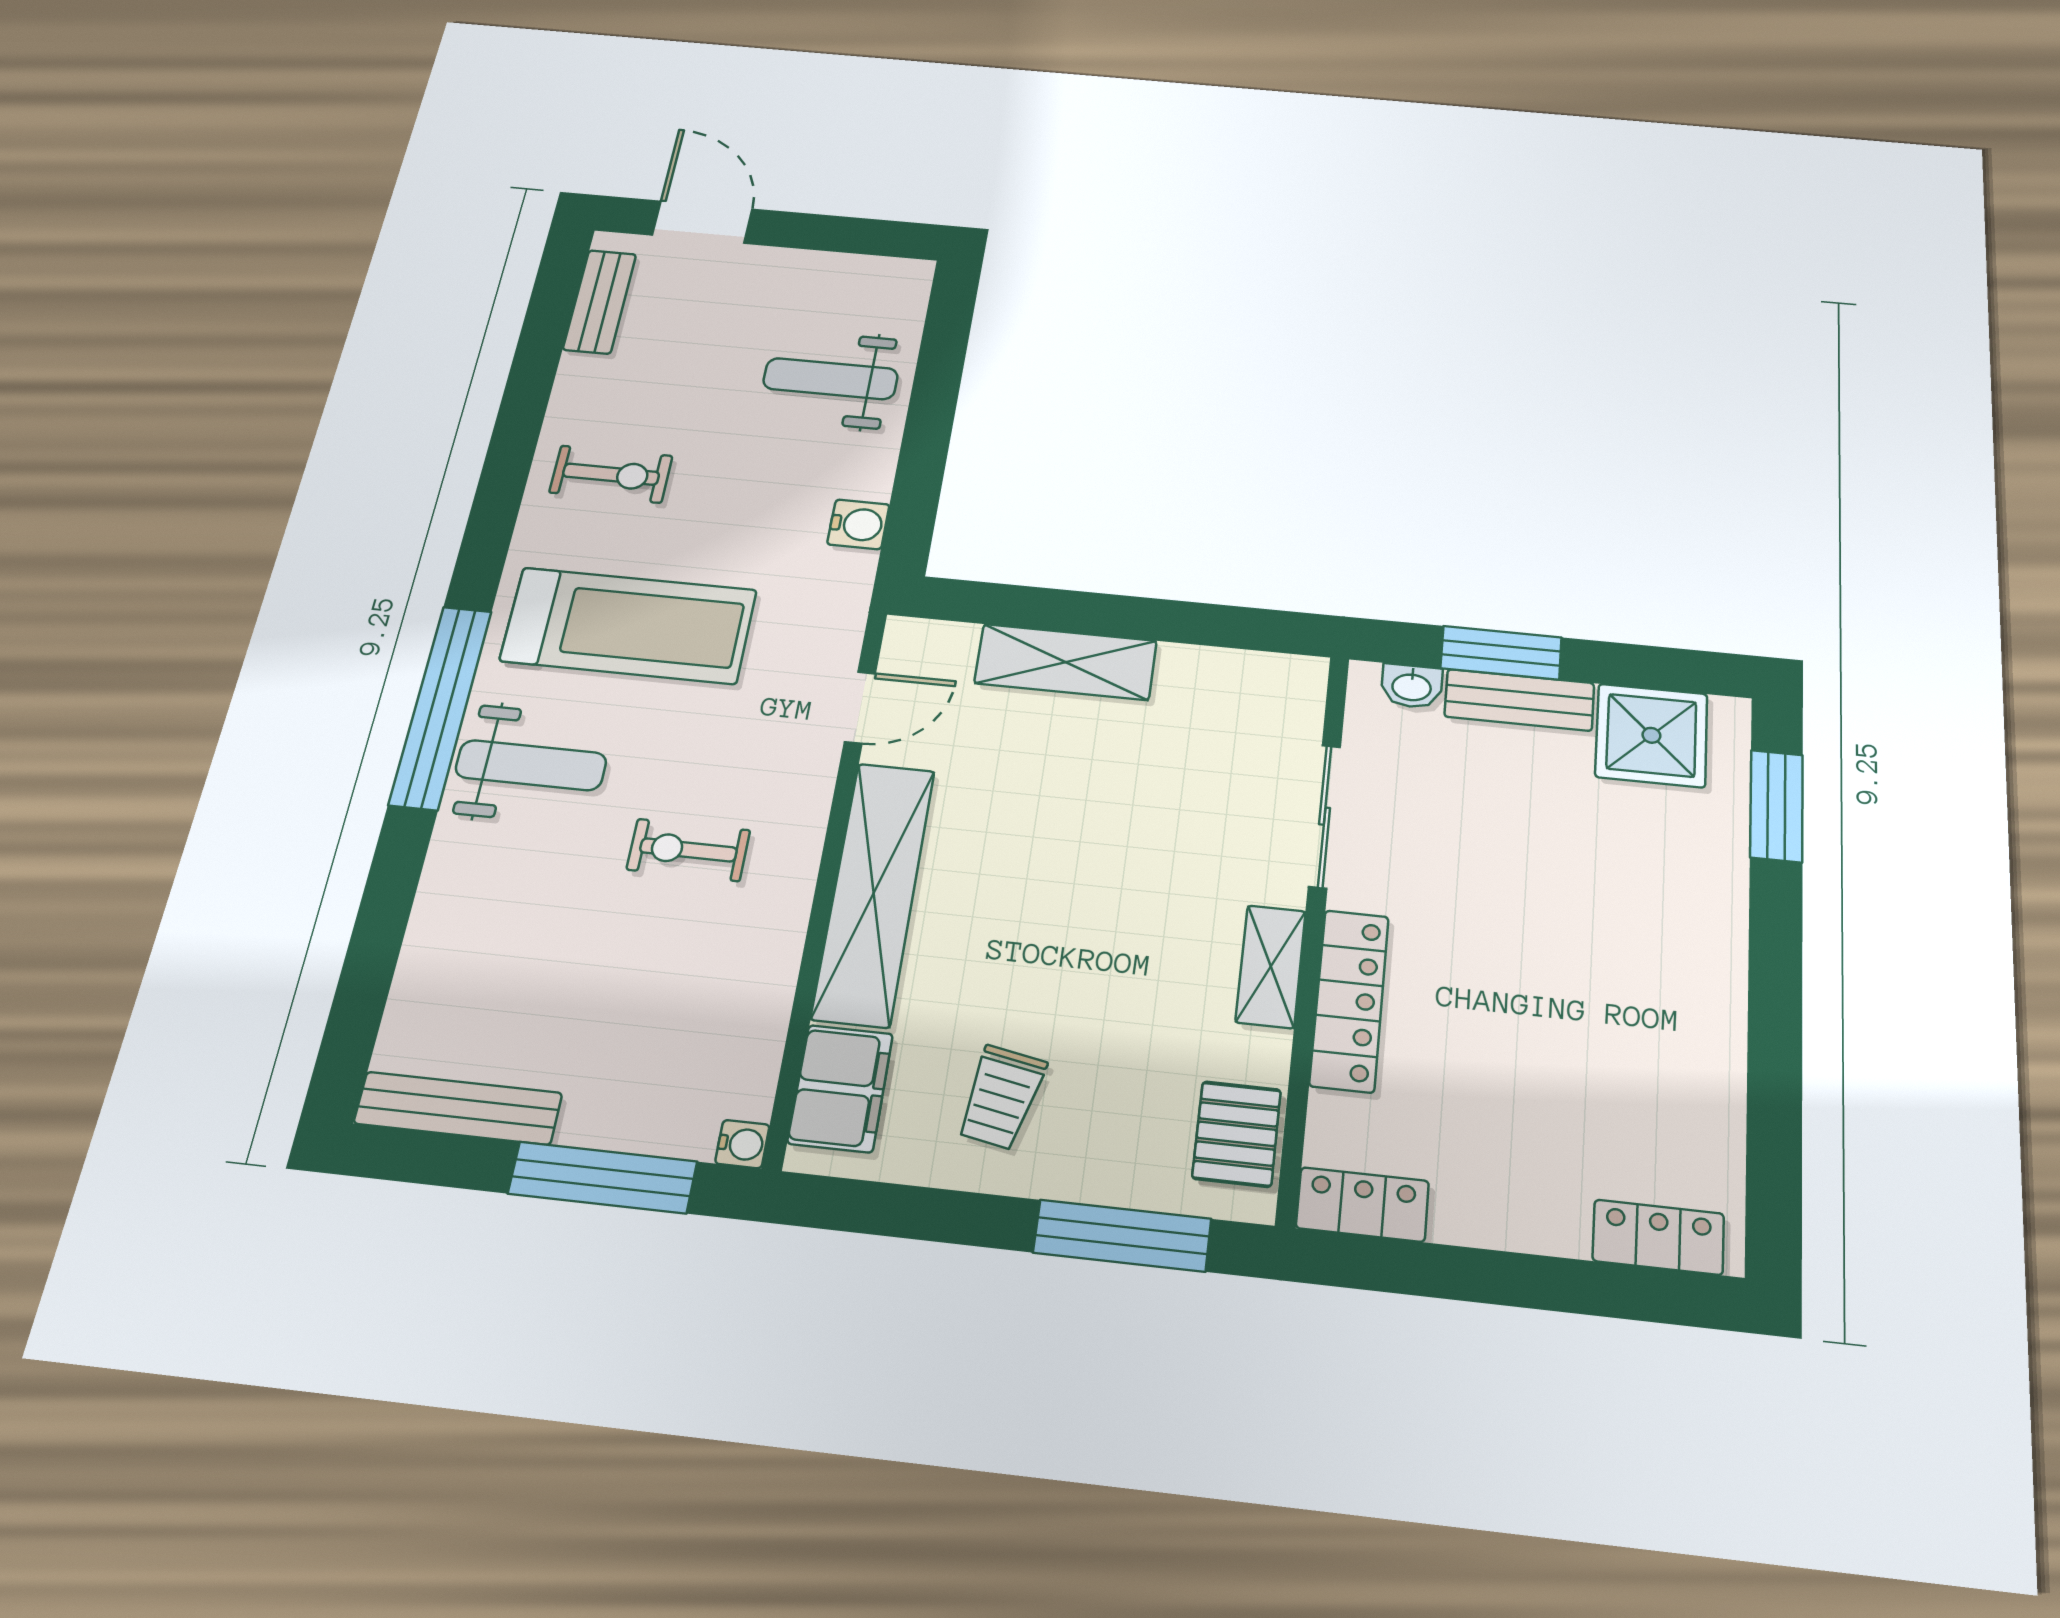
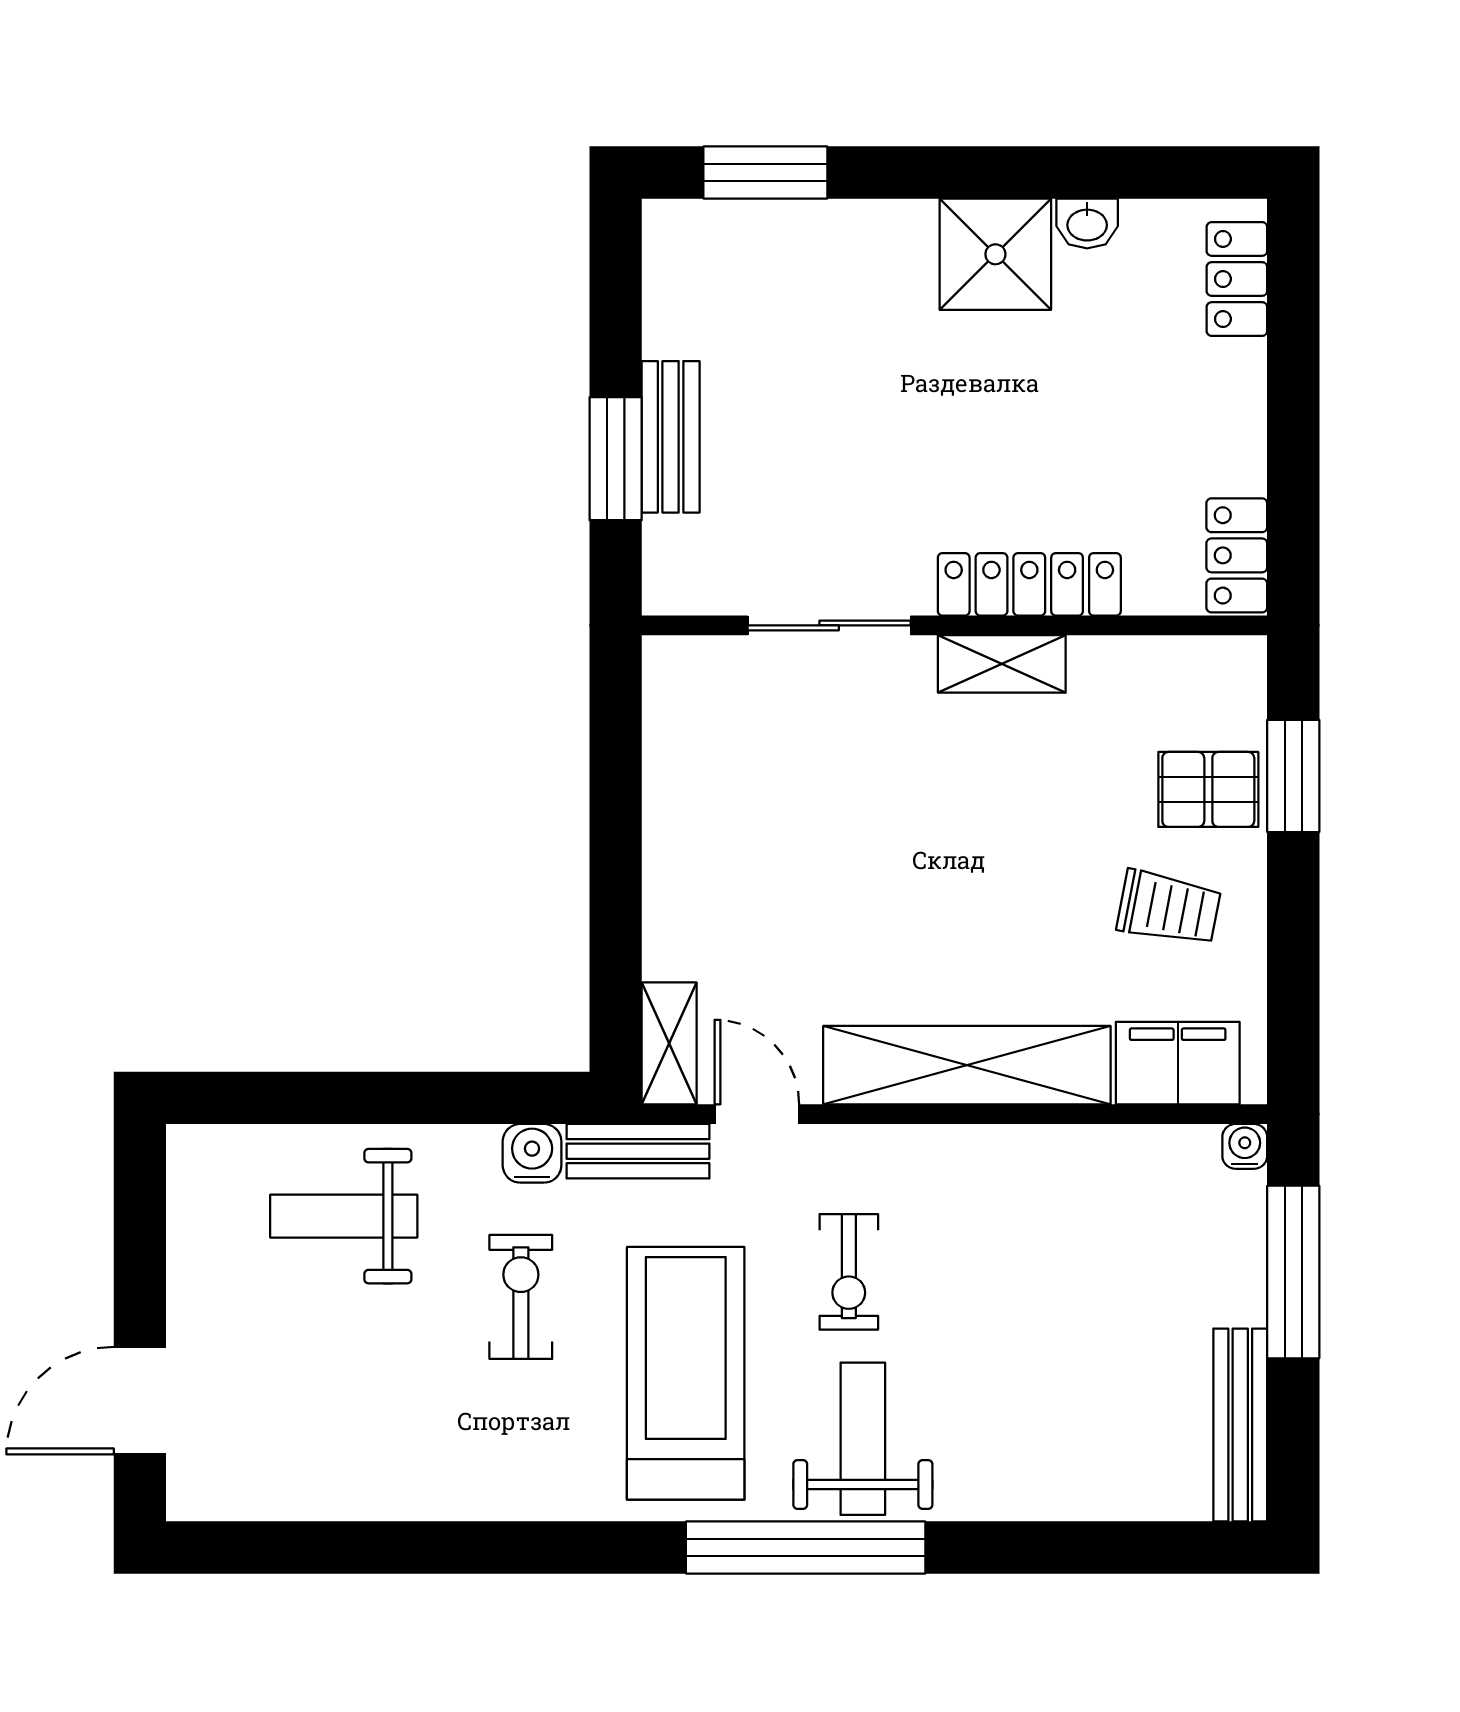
bench: (600, 302) -> (638, 1151), moved
weight bench: (830, 379) -> (344, 1216), turned 90
exercise bike: (611, 474) -> (521, 1297), moved
shelving: (1066, 662) -> (669, 1043), moved, width x0.67, depth x0.75
washbasin: (1412, 686) -> (1087, 224), moved, turned 90
shower: (1651, 735) -> (995, 254), moved
exercise bike: (688, 850) -> (849, 1272), moved
pallet: (1237, 1134) -> (1208, 789), moved
window: (1122, 1236) -> (1293, 776), width x0.69

